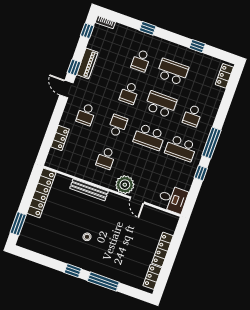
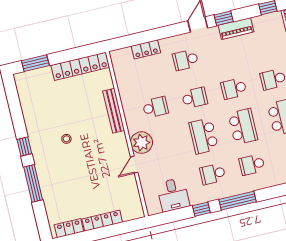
school desk: (181, 148) -> (213, 174), width x0.54
school desk: (106, 158) -> (155, 107), turned 180
desk: (173, 199) -> (173, 195), moved

